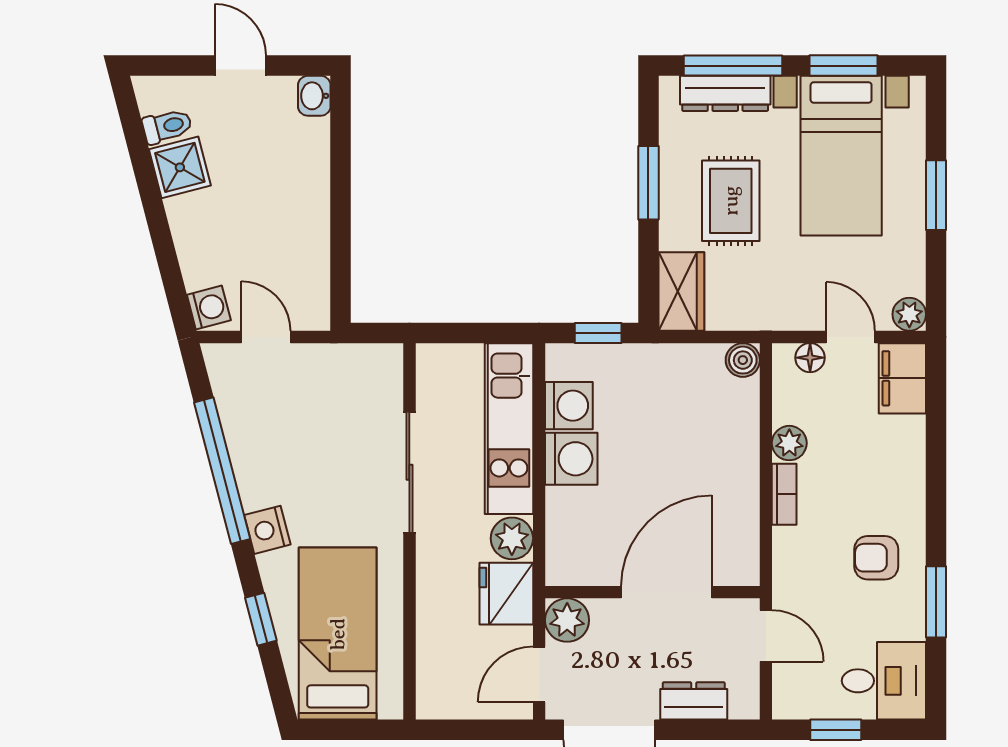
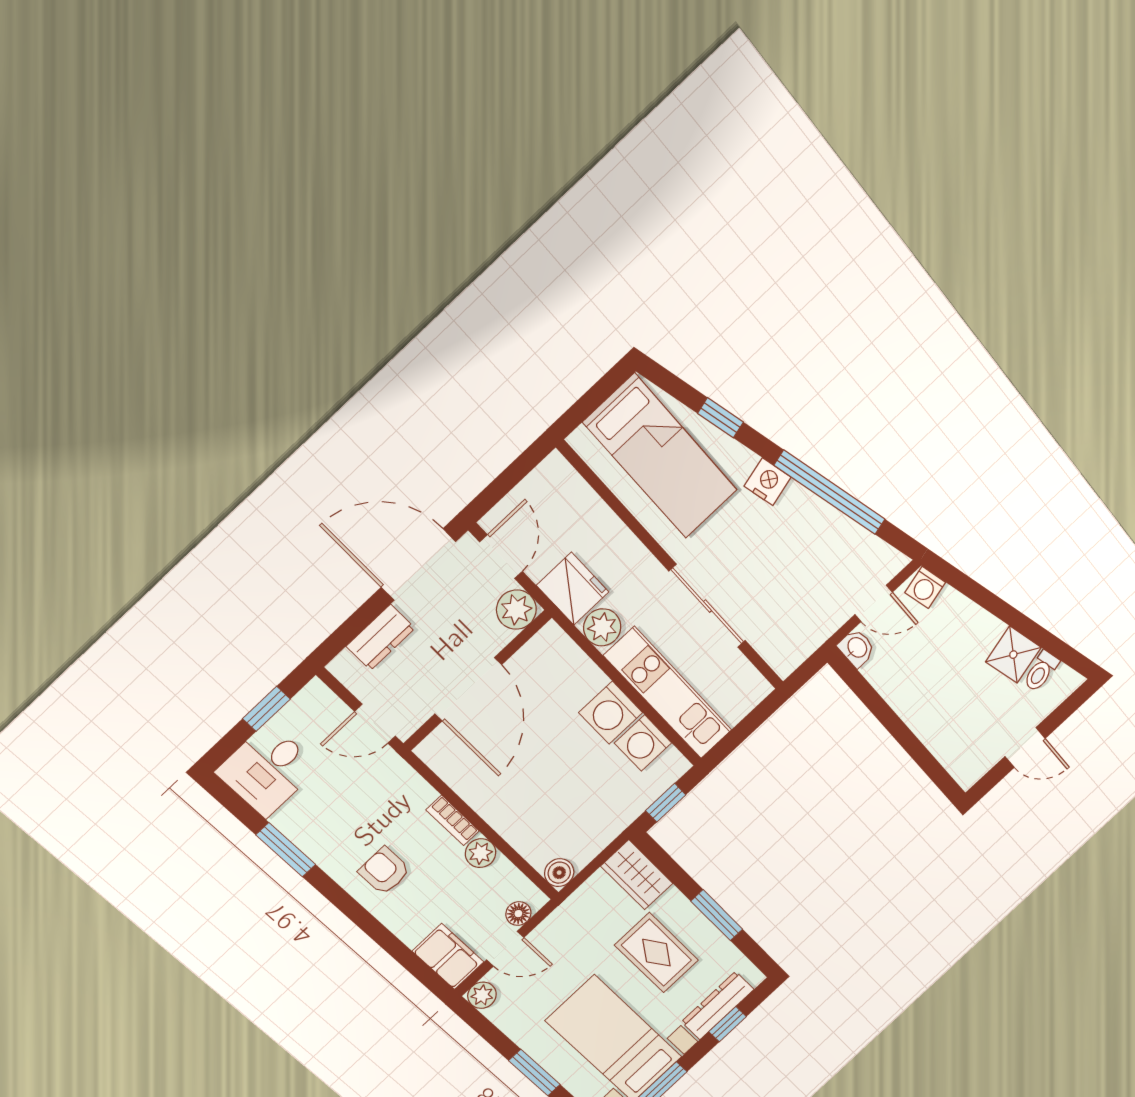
window: (733, 66) -> (728, 1024), width x0.46
washbasin: (314, 96) -> (857, 648), moved
armchair: (876, 558) -> (384, 871), moved, turned -90

